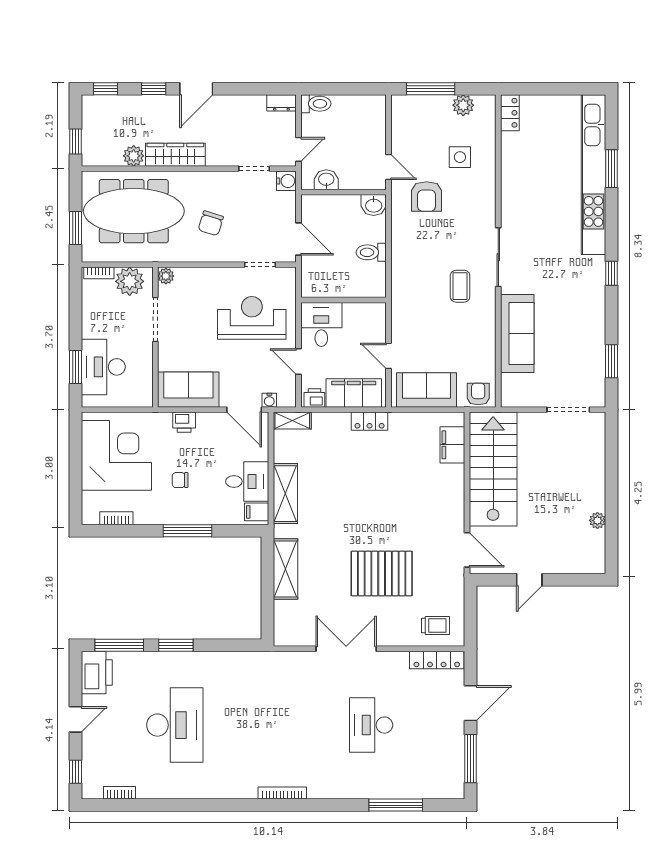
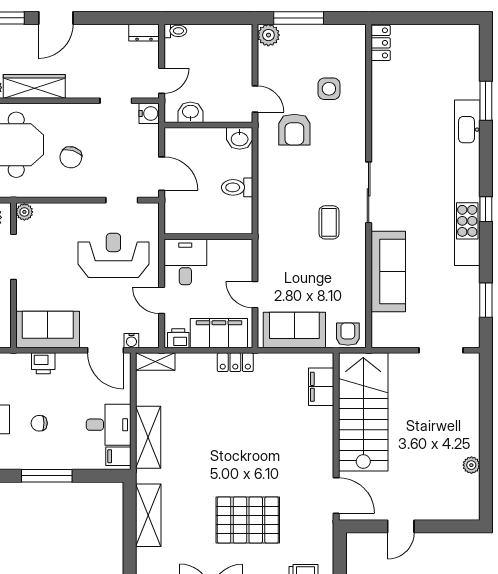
toilet: (316, 104) -> (175, 31), width x0.73, depth x0.72
plant: (463, 105) -> (268, 35), moved
kitchen unit: (594, 175) -> (467, 183), moved

